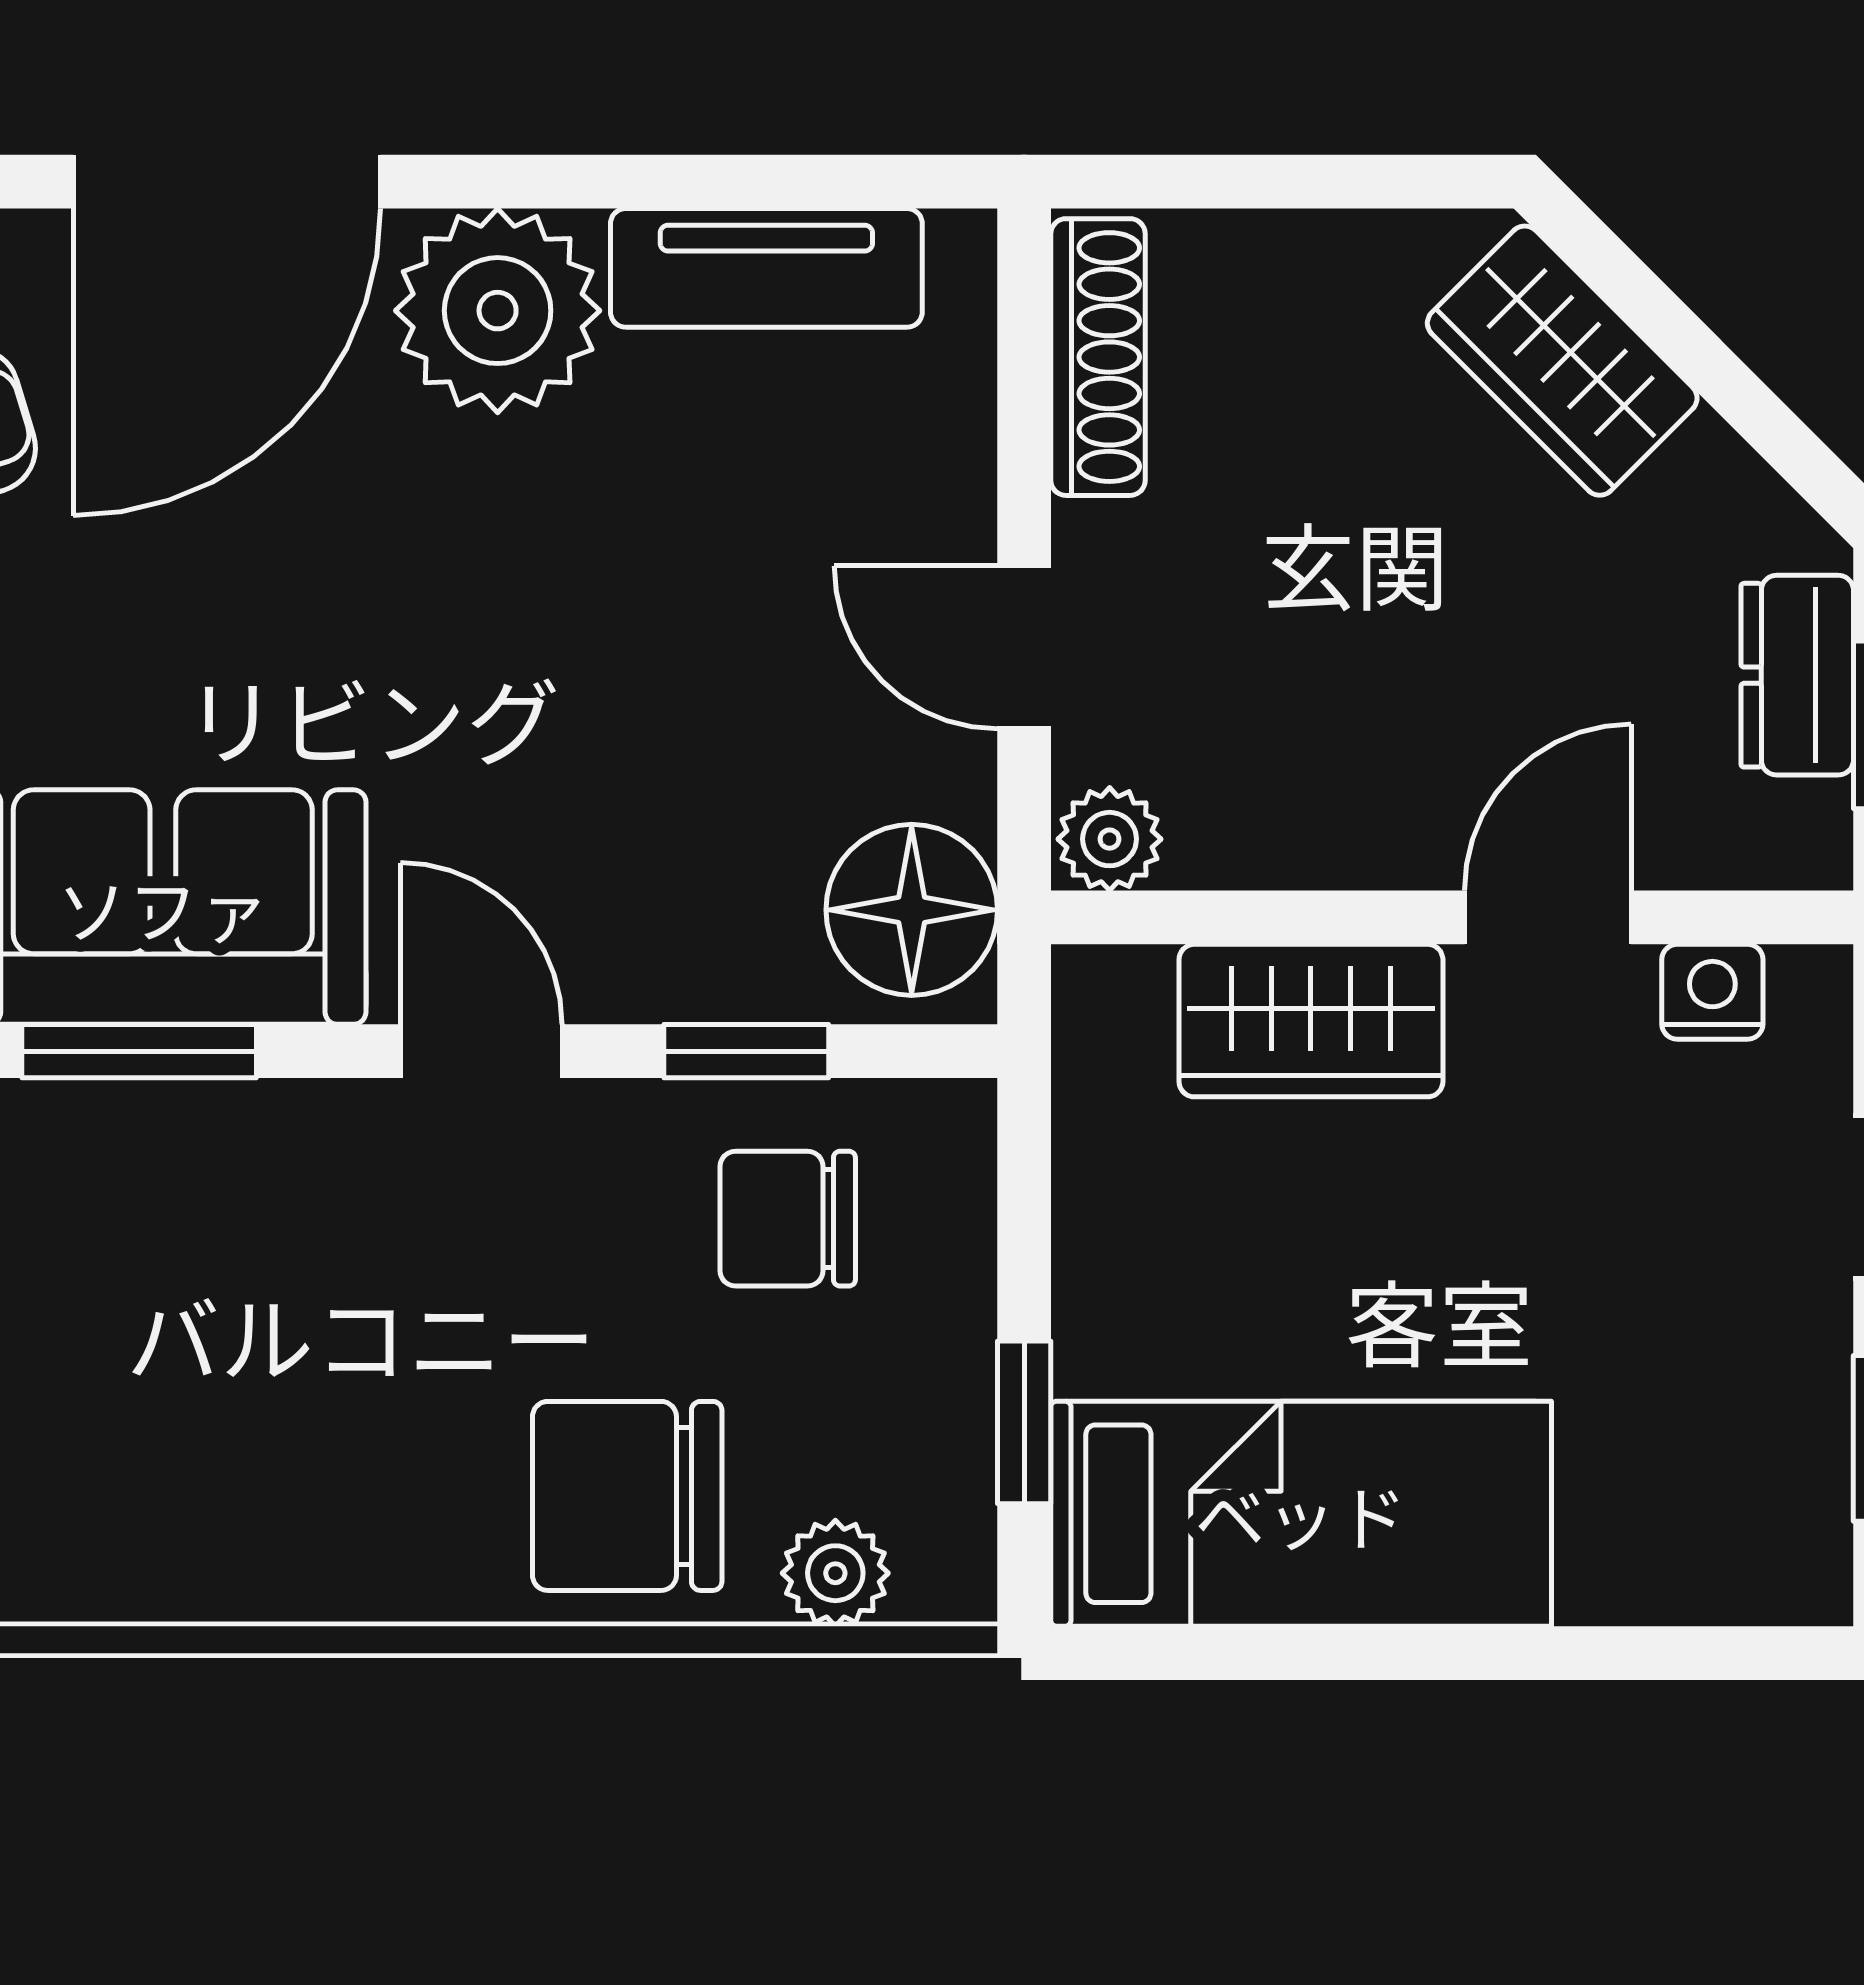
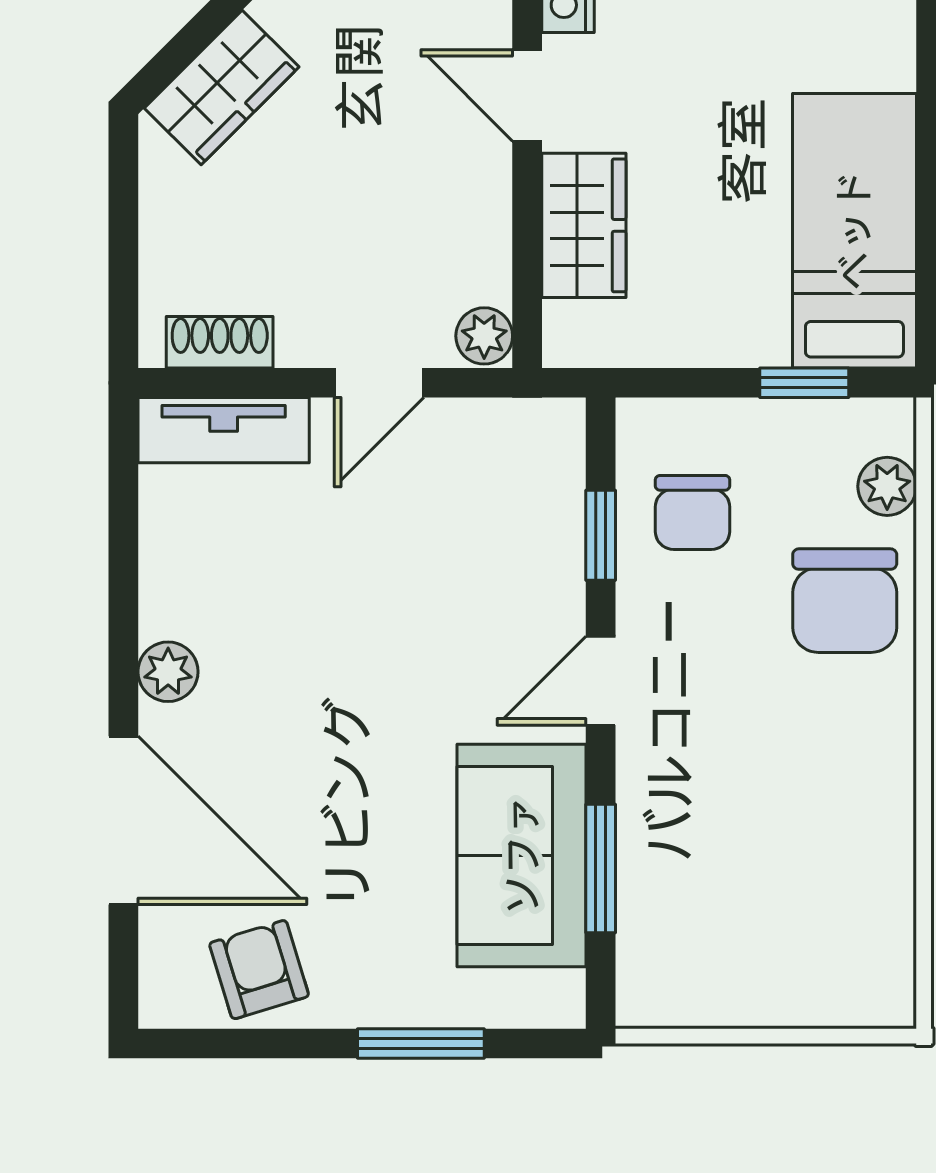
tv unit: (766, 268) -> (224, 430), moved, turned 90
plant: (498, 311) -> (168, 672), width x0.53, depth x0.53
shoe rack: (1098, 357) -> (220, 342), width x0.70
floor lamp: (912, 910) -> (523, 444), removed

